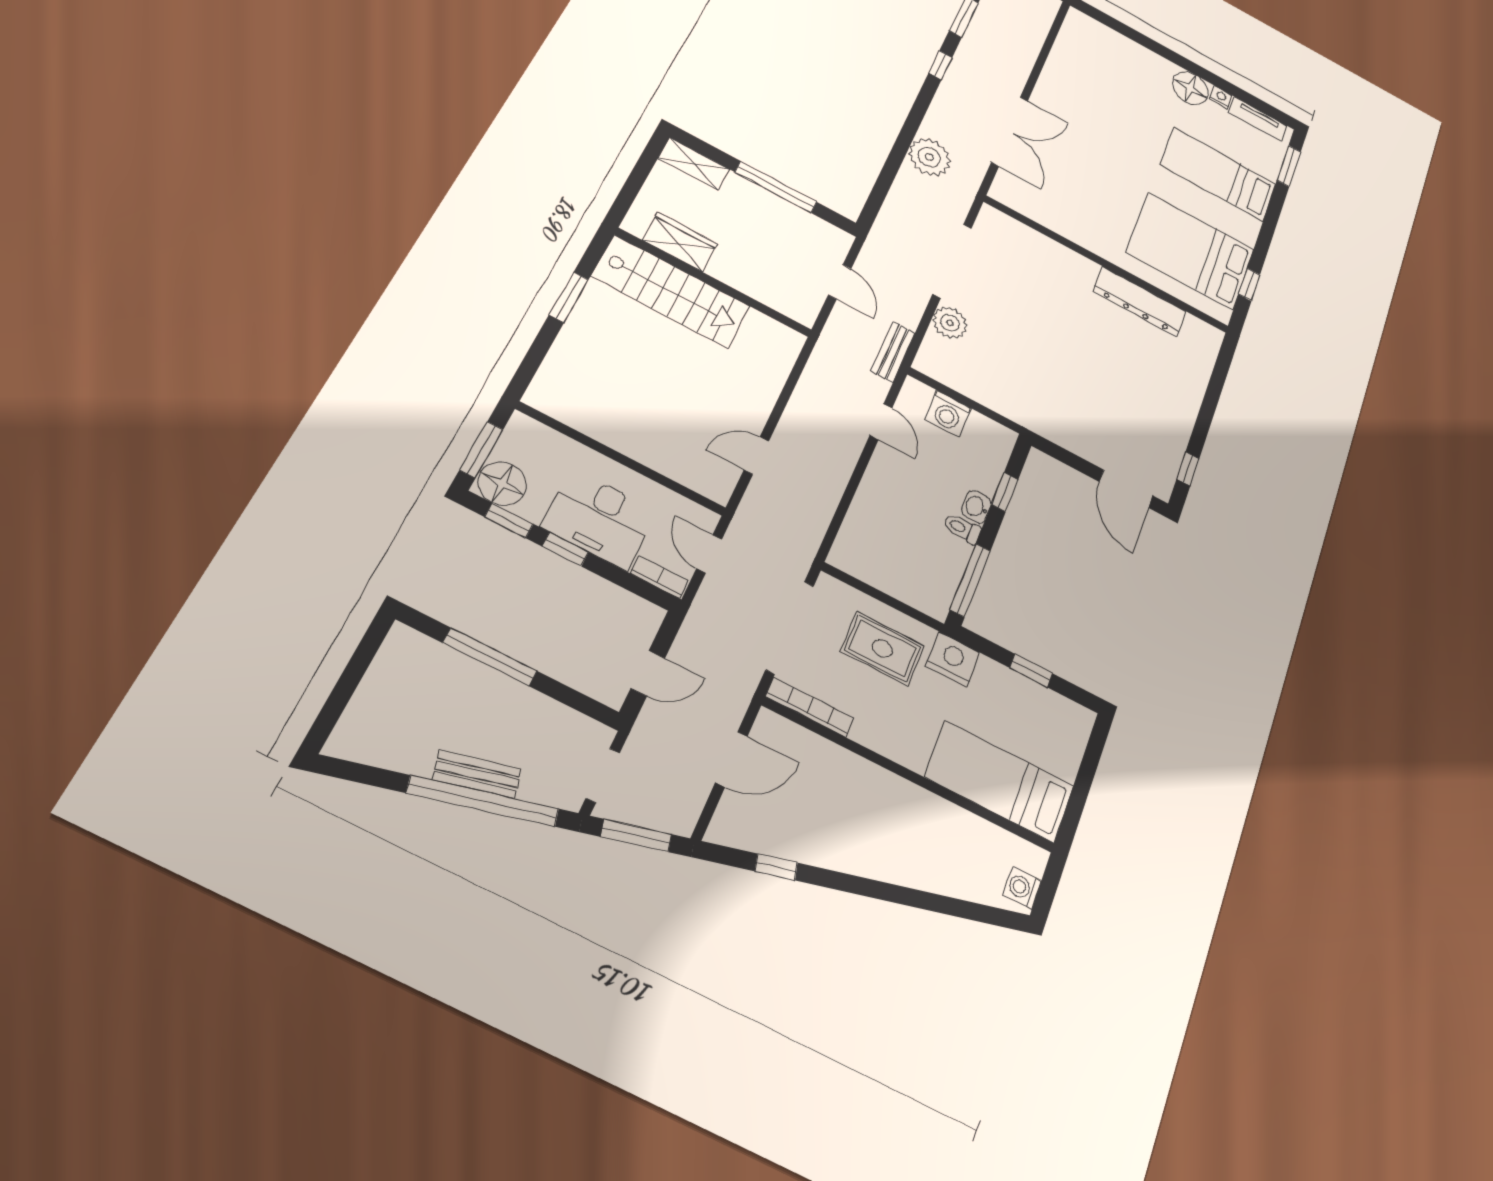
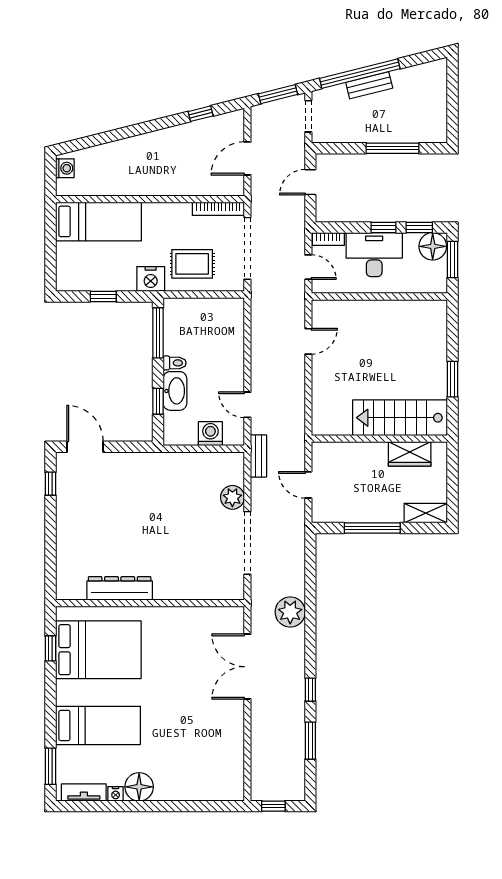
washbasin: (976, 507) -> (175, 391), width x1.91, depth x1.45

